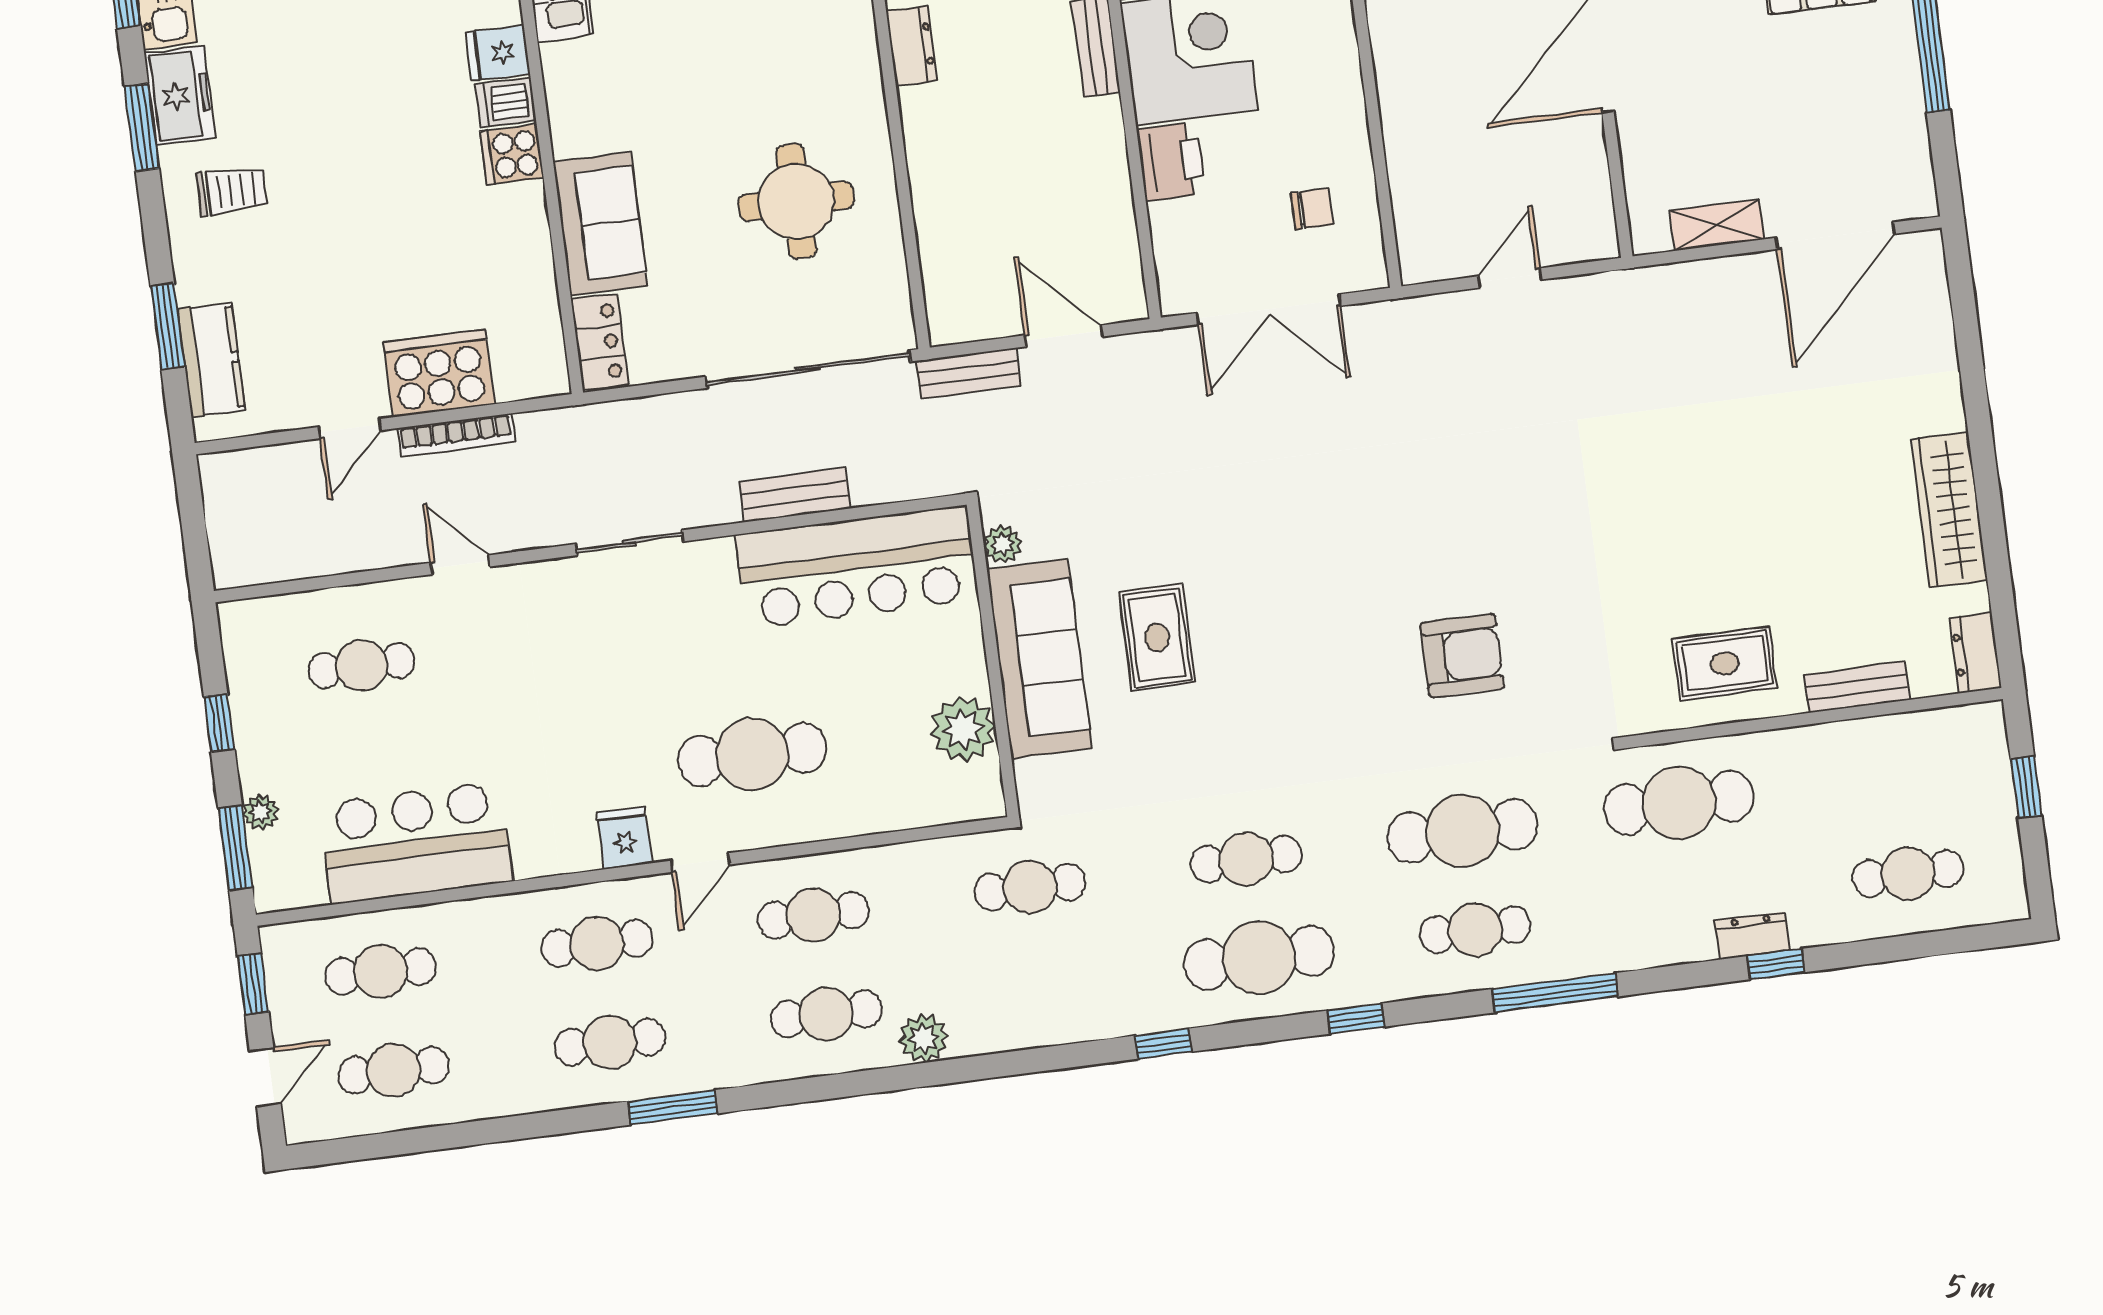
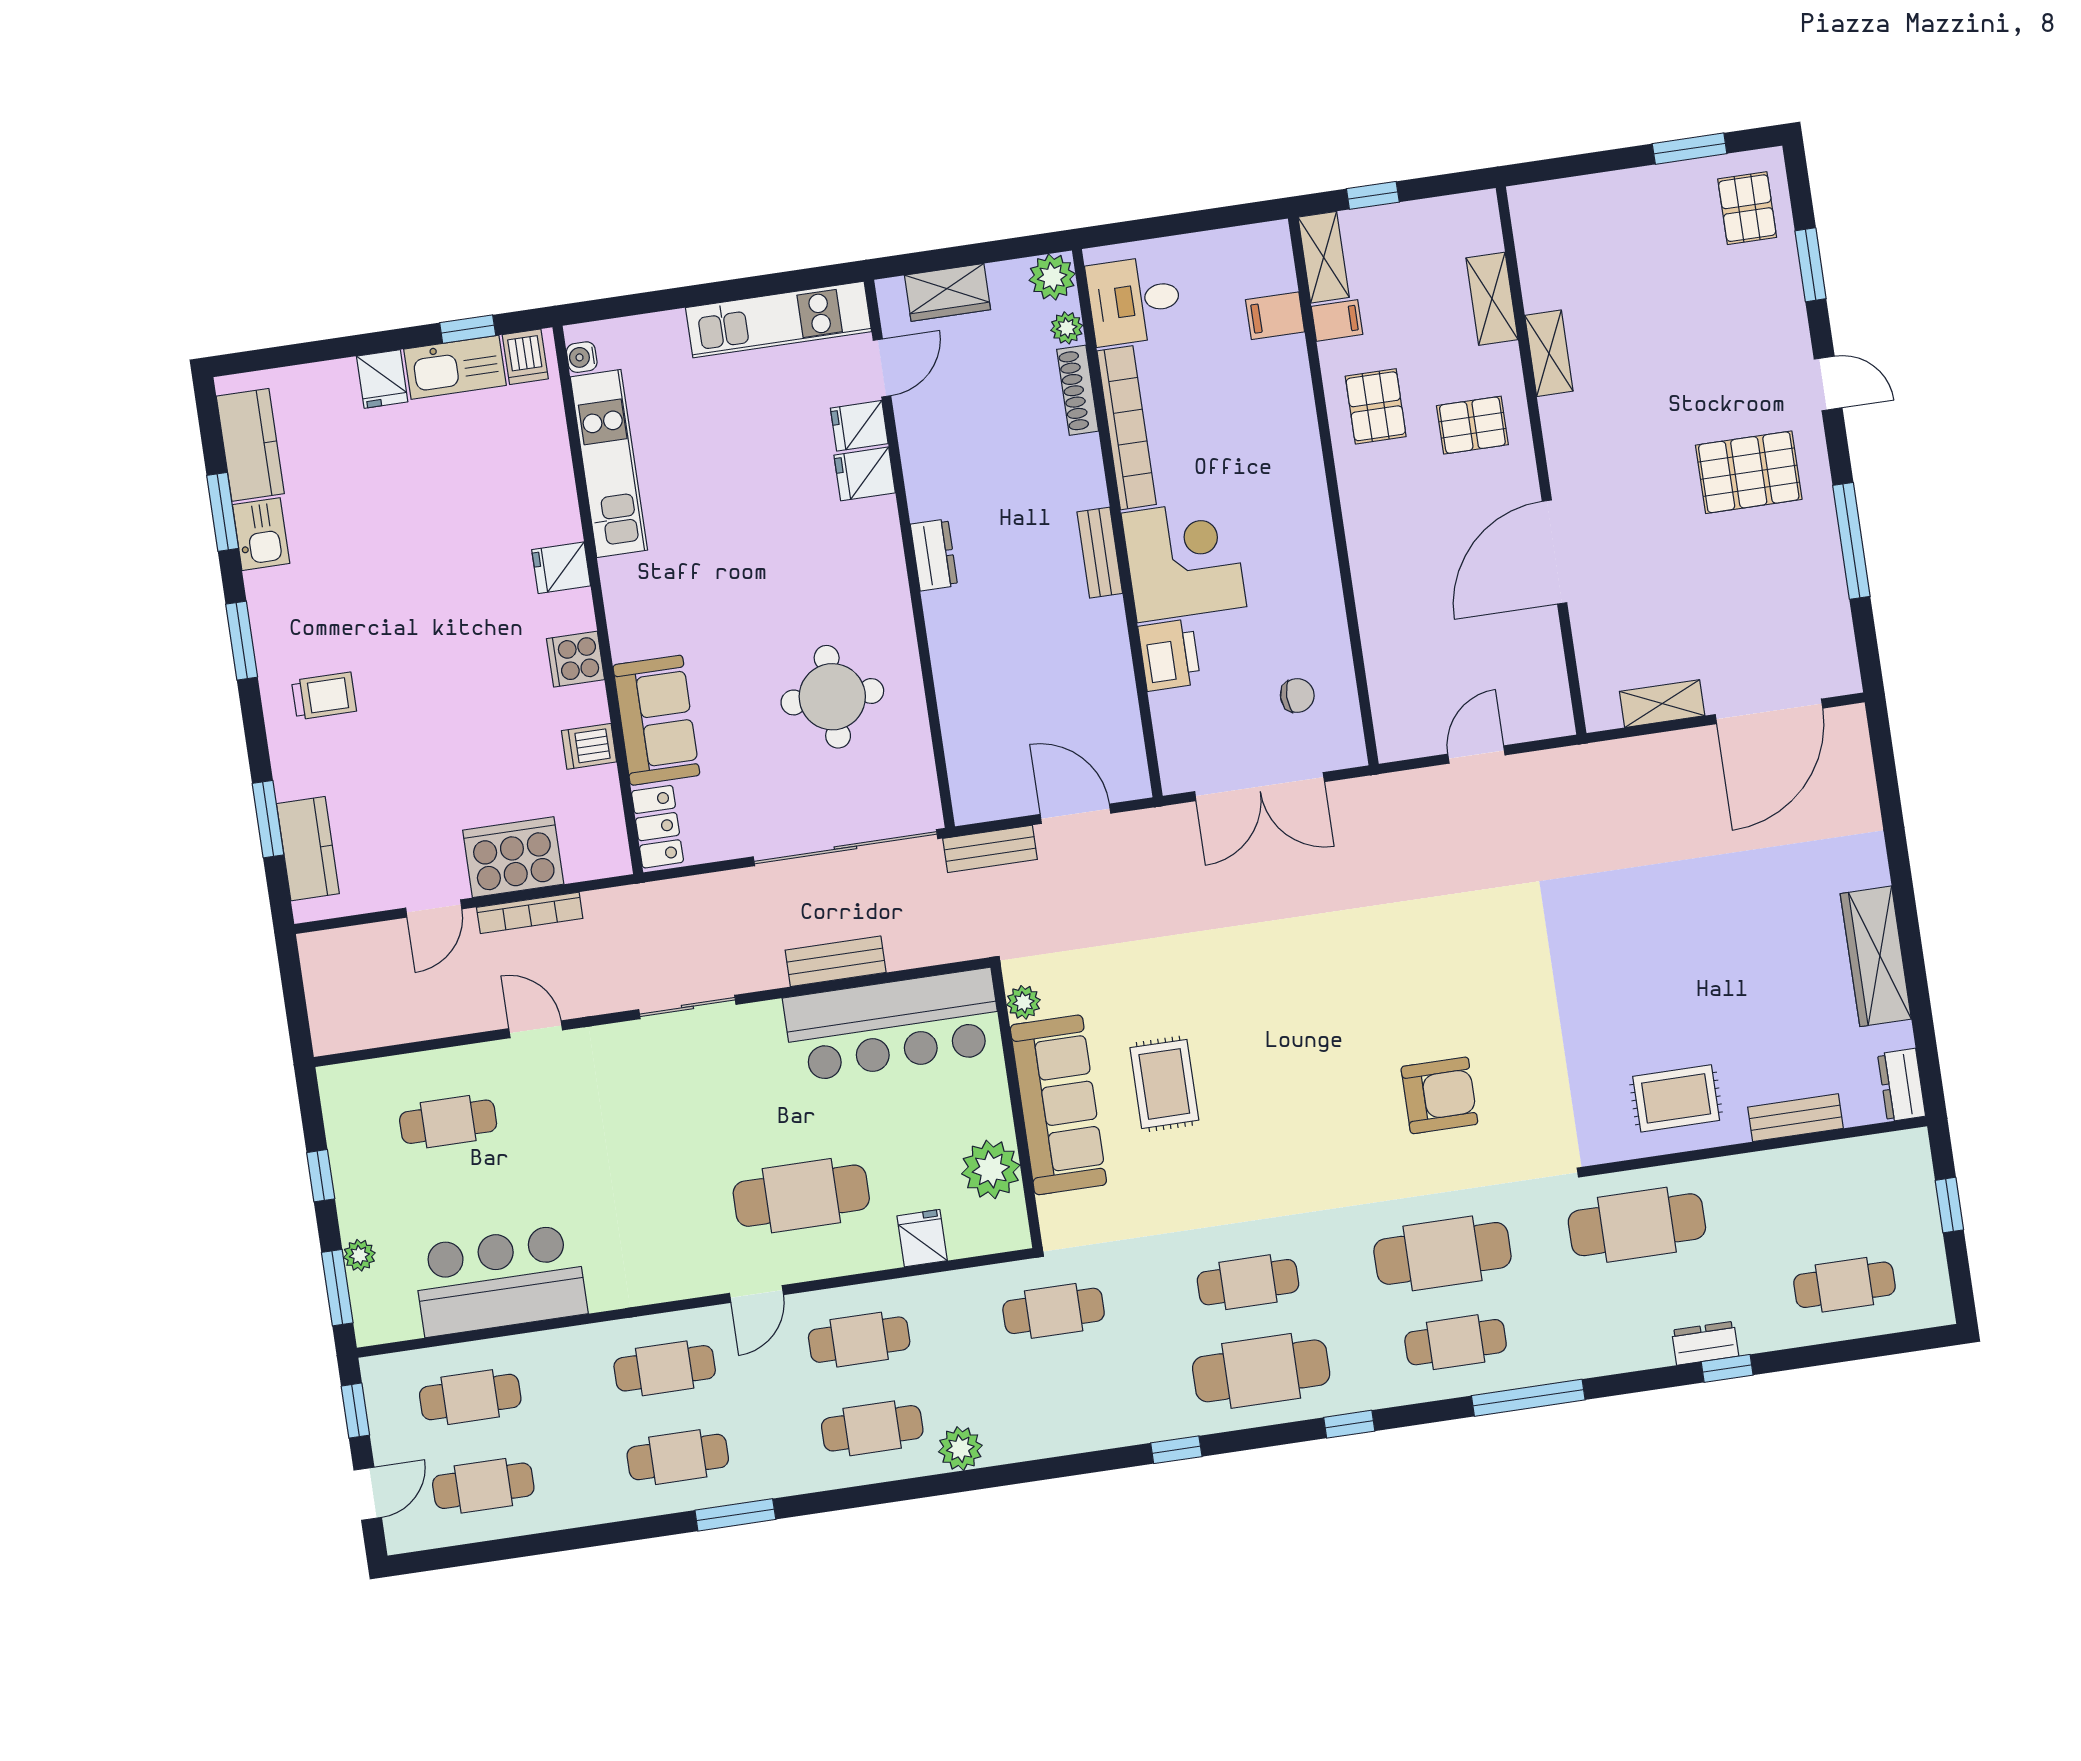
freezer: (180, 96) -> (275, 611), removed
dishwasher: (506, 102) -> (589, 746), moved
fridge: (624, 838) -> (922, 1238), moved

